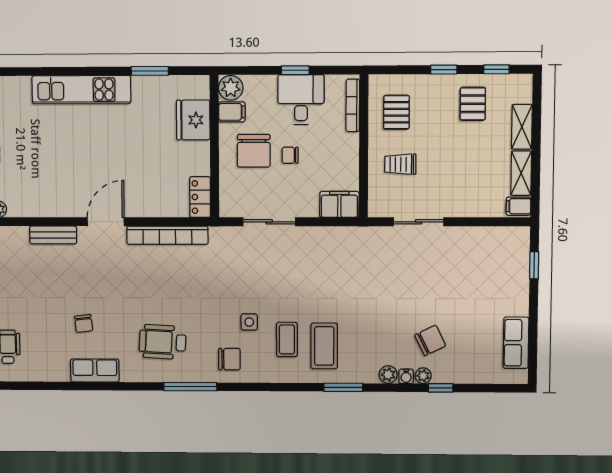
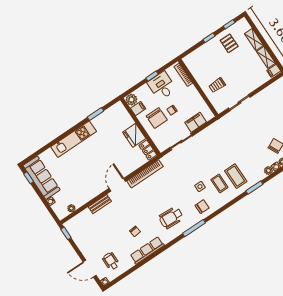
pallet: (396, 112) -> (202, 66), removed
fridge: (193, 120) -> (134, 135), moved
filing cabinet: (339, 204) -> (196, 122), moved
row of seats: (95, 370) -> (147, 250), width x1.48

